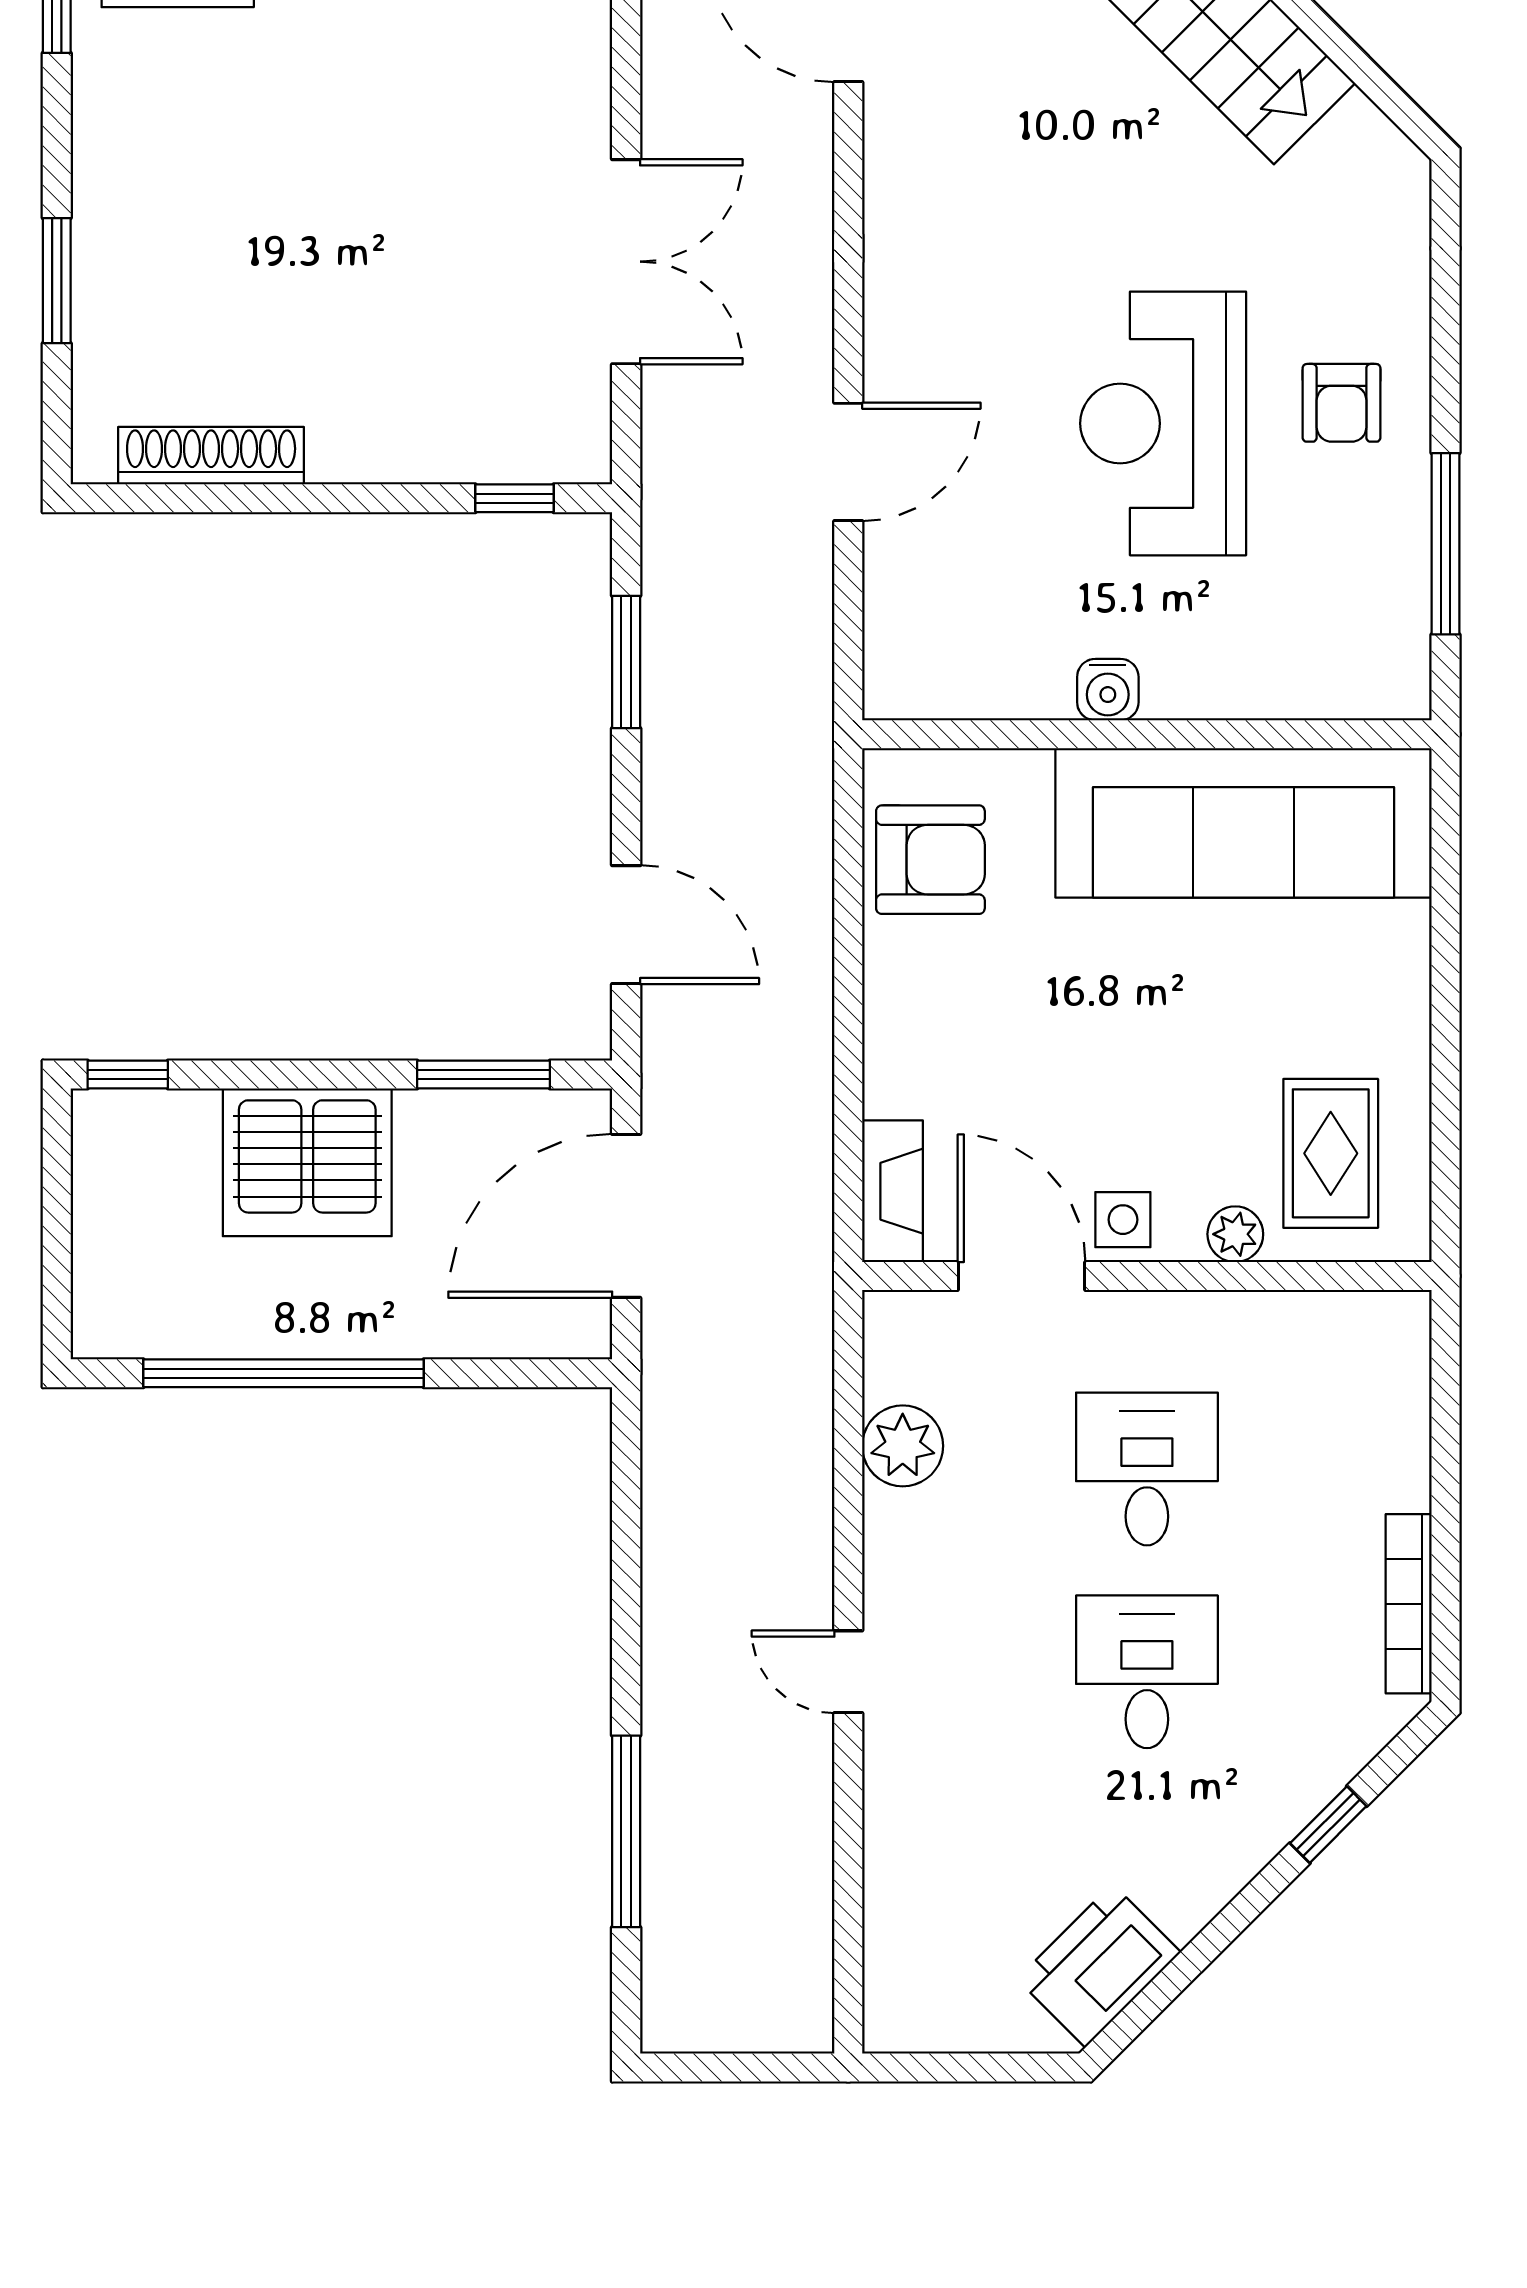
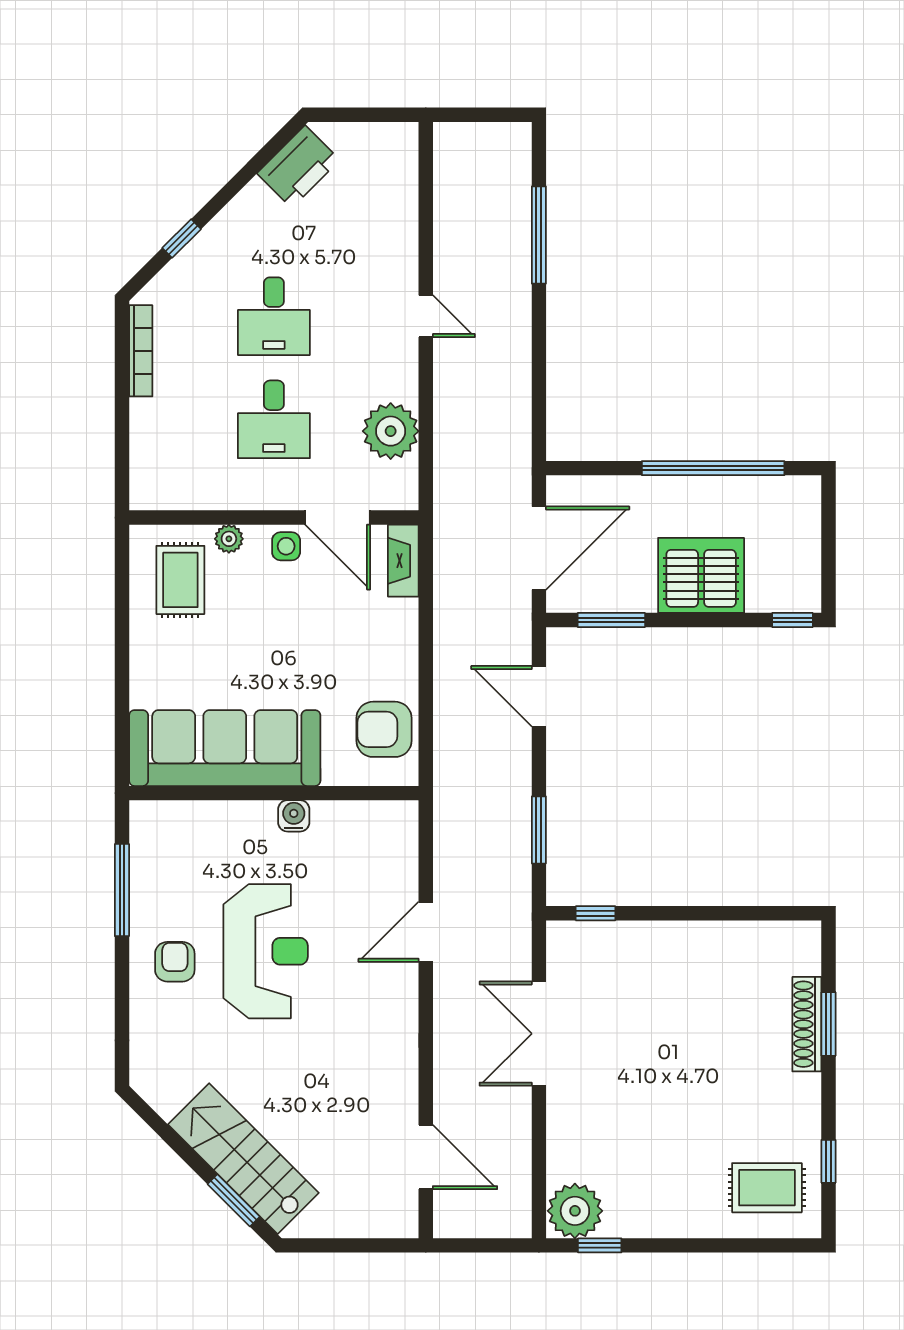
shoe rack: (211, 456) -> (807, 1024), moved, turned 90
plant: (903, 1446) -> (391, 431), width x1.36, depth x1.36

